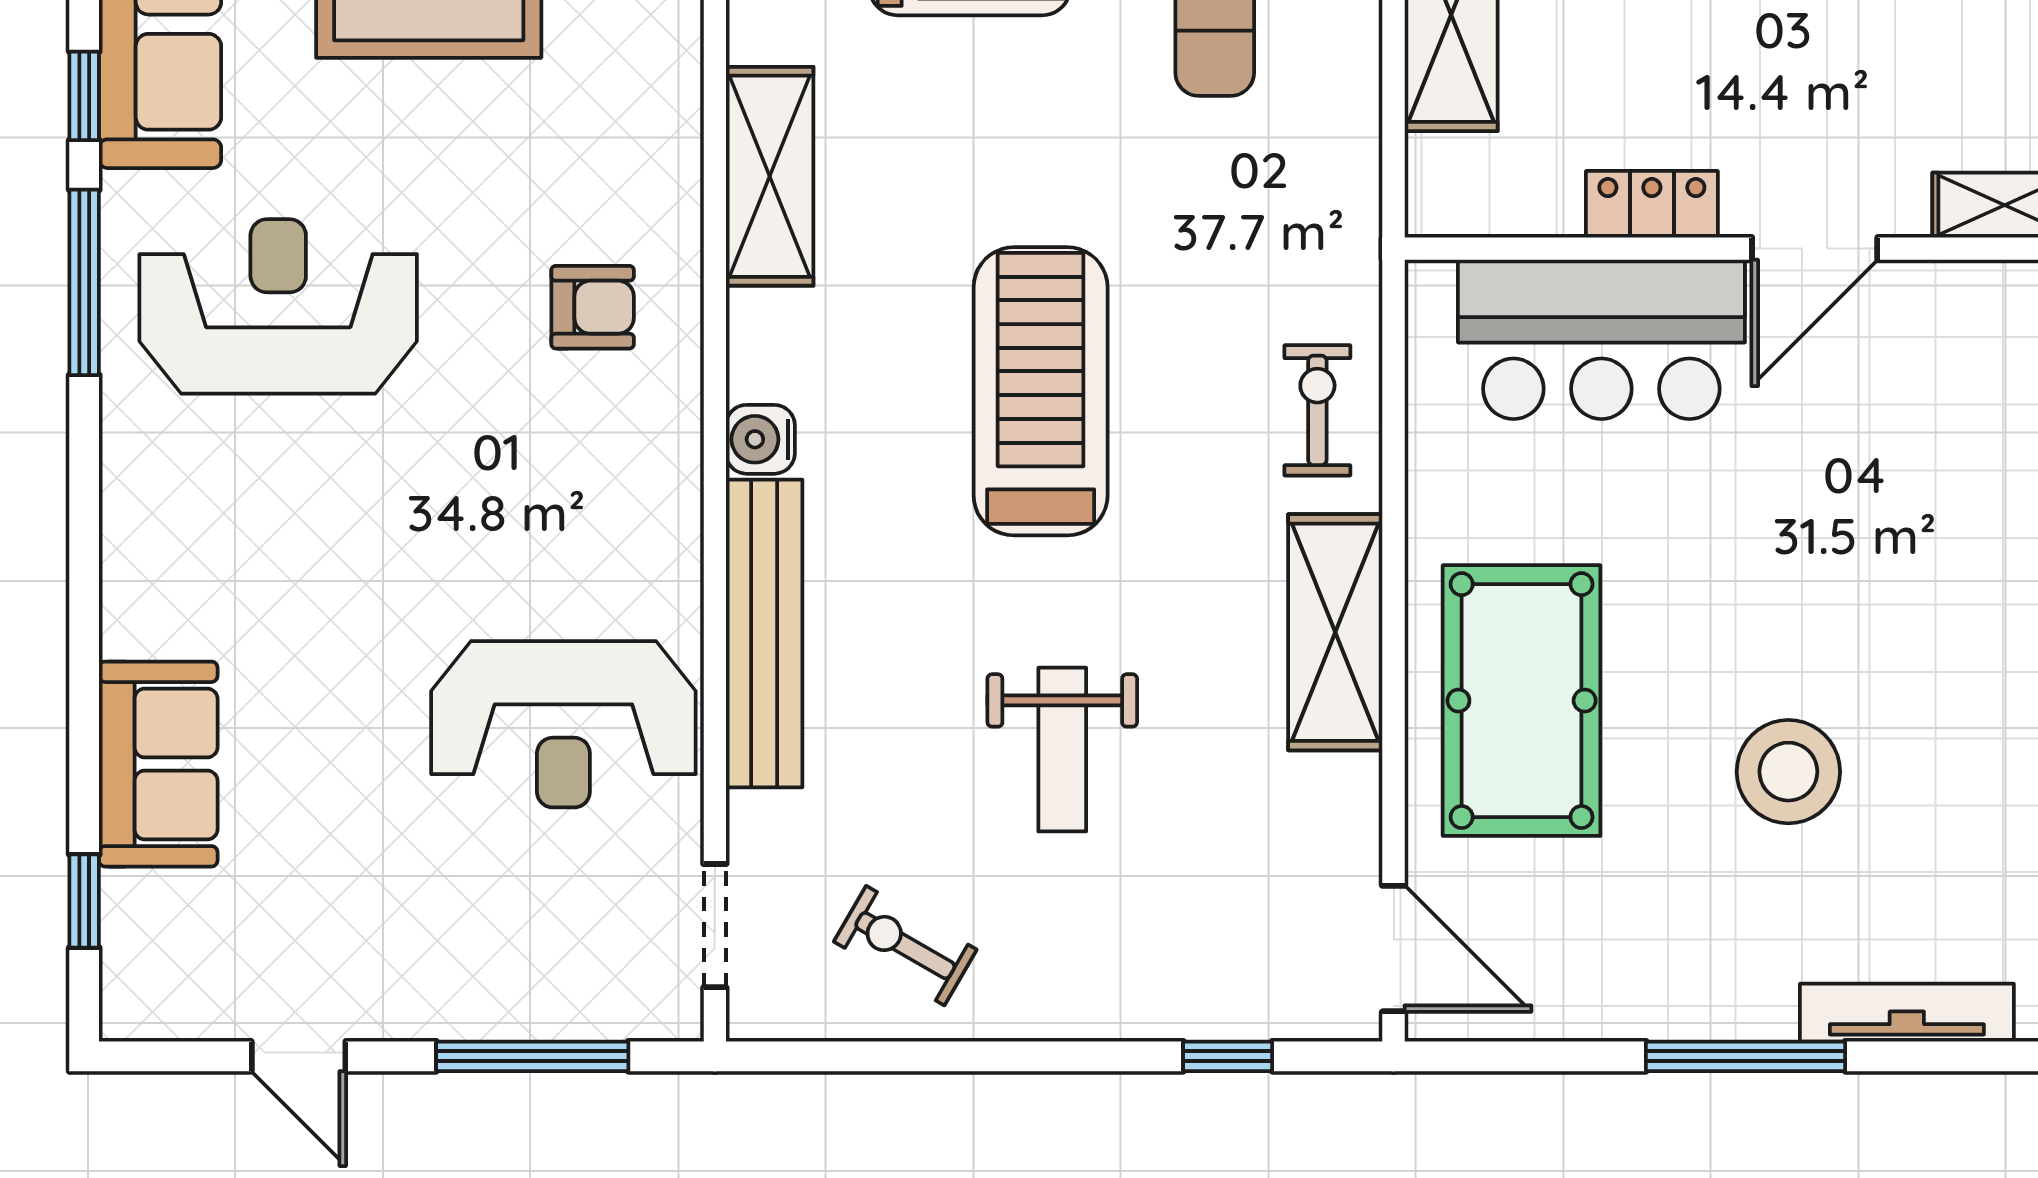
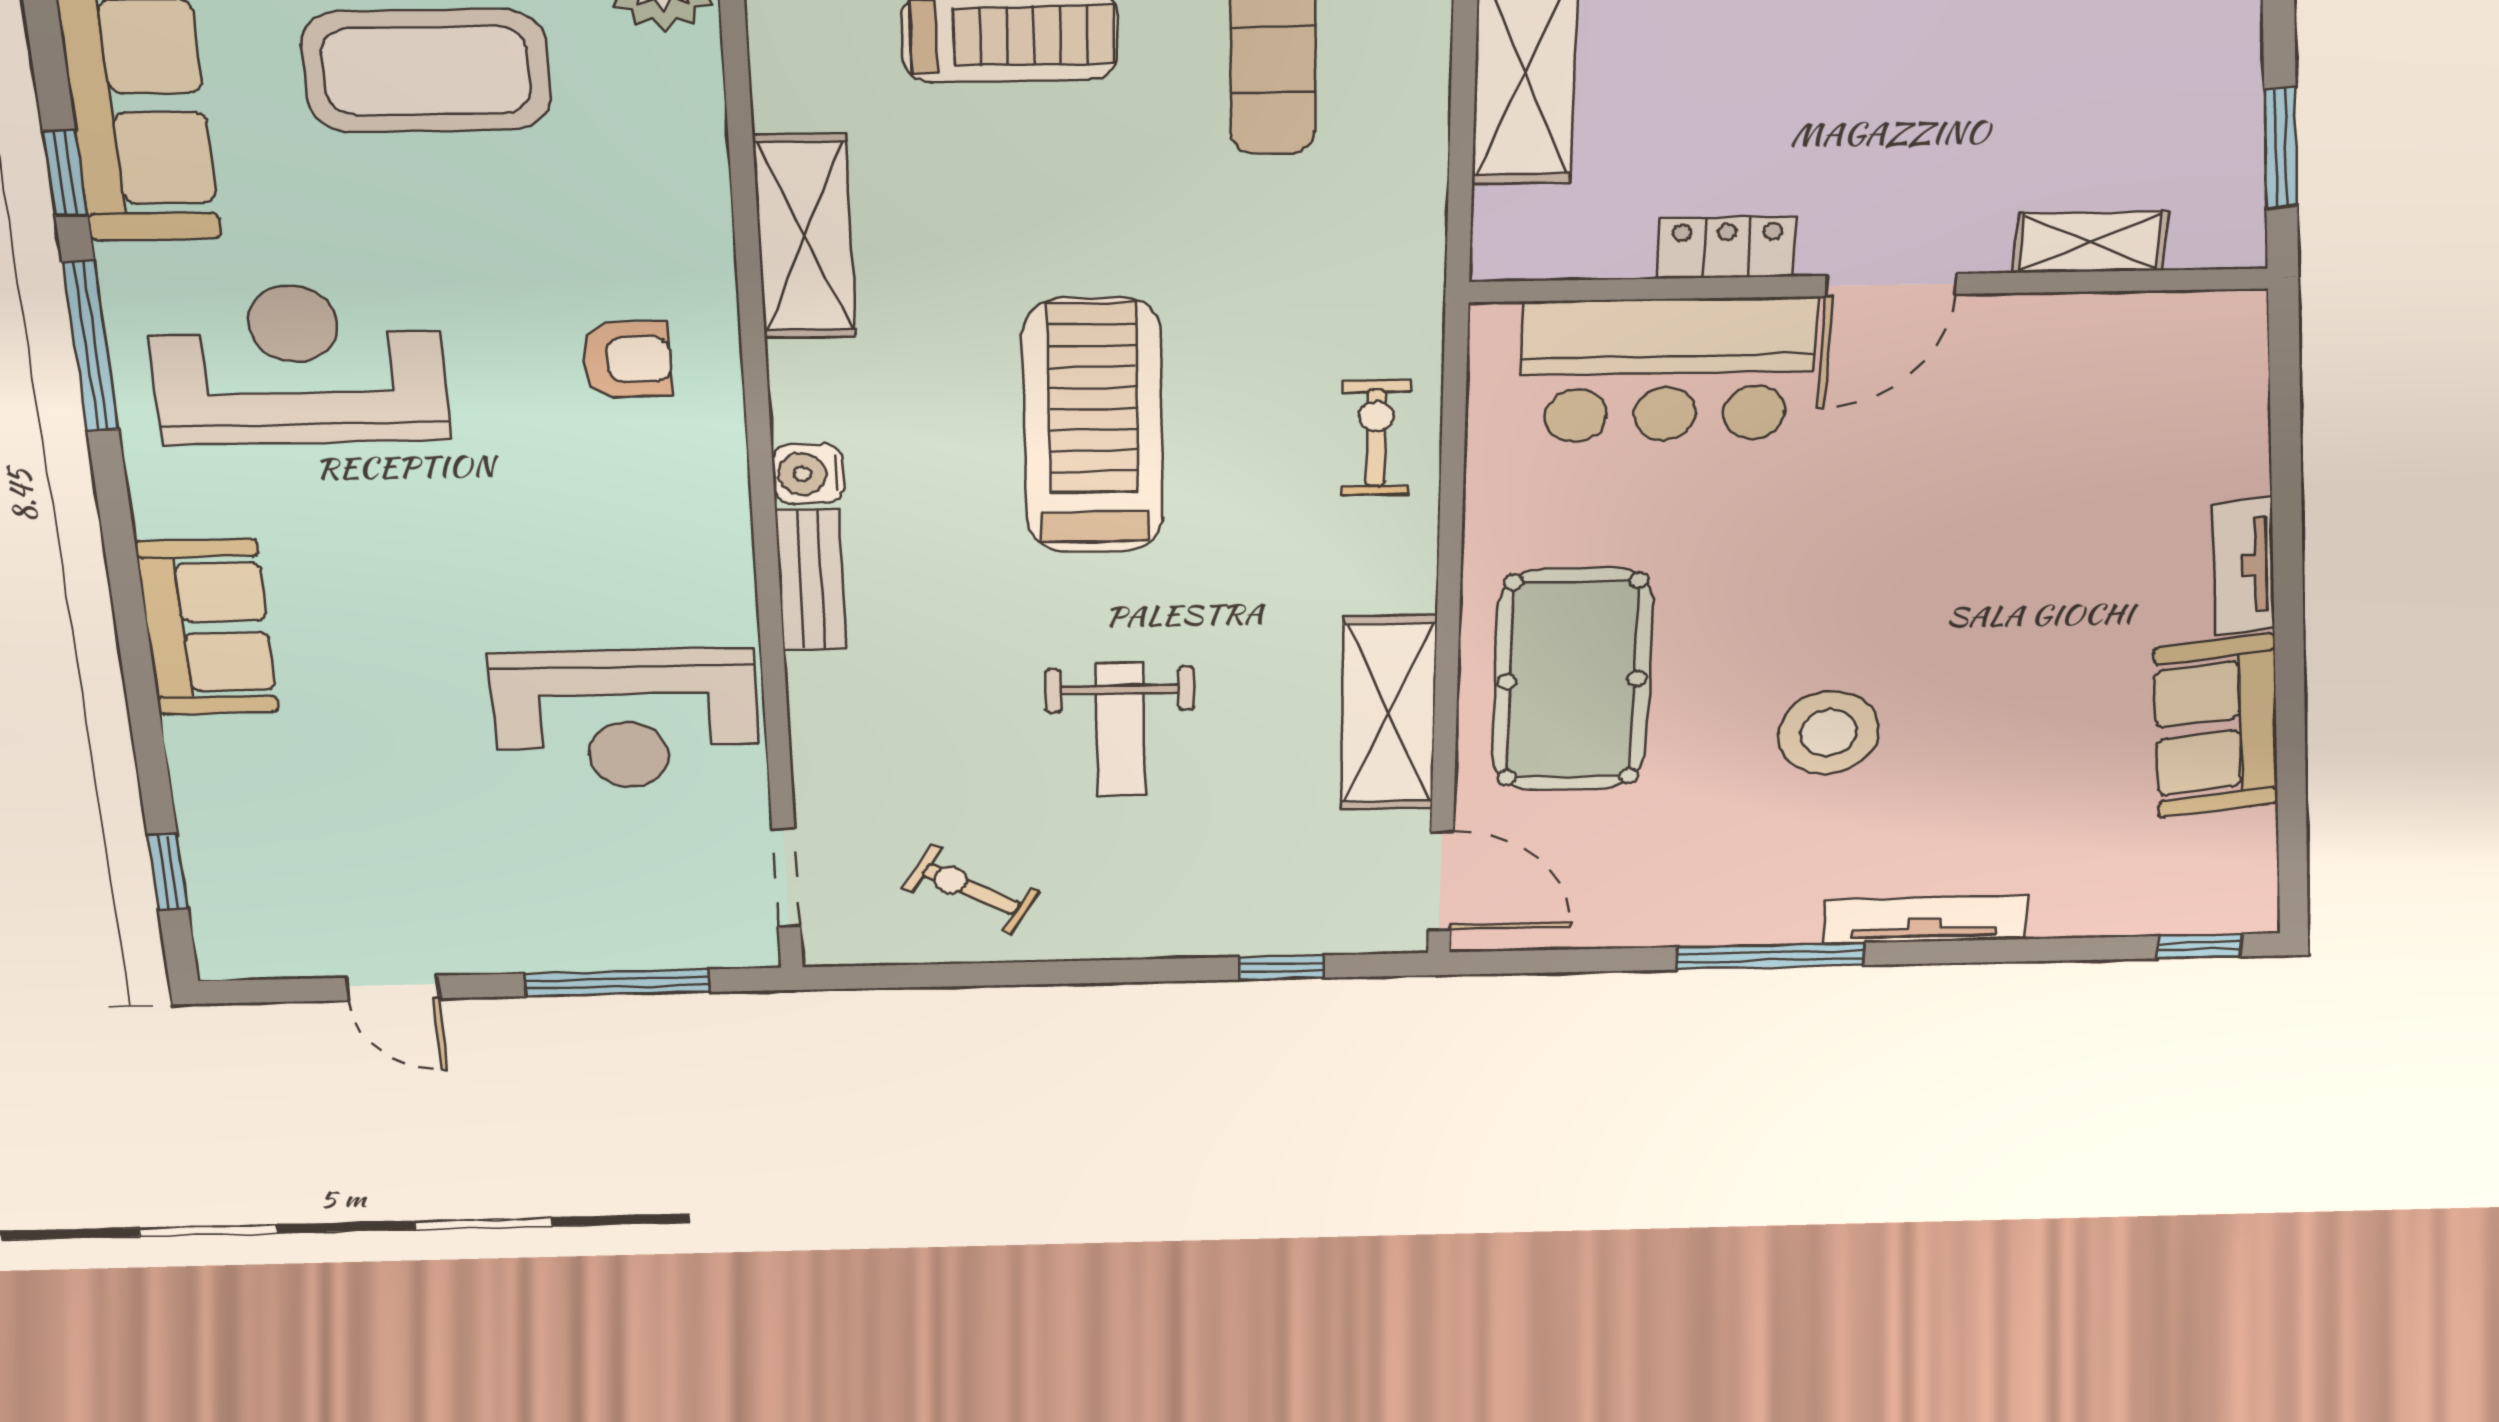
shelving: (1335, 632) -> (1388, 713), moved
bench: (764, 633) -> (811, 580), width x0.54, depth x0.82
sofa: (158, 764) -> (207, 627), moved

